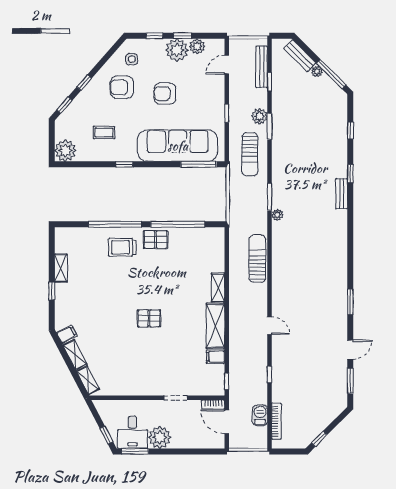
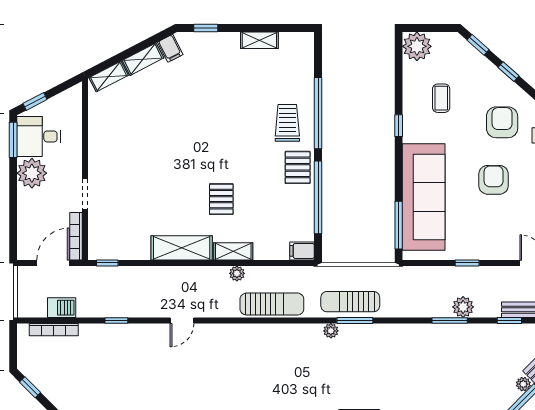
sun lounger: (250, 154) -> (350, 302), moved
plant: (235, 285) -> (237, 273), added
window: (52, 291) -> (206, 28), moved
pallet: (149, 318) -> (221, 199), moved
filing cabinet: (215, 357) -> (302, 251), moved, turned -90
bookcase: (213, 405) -> (76, 236), width x1.56

